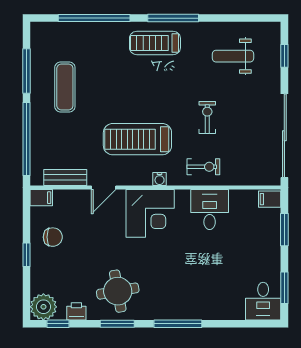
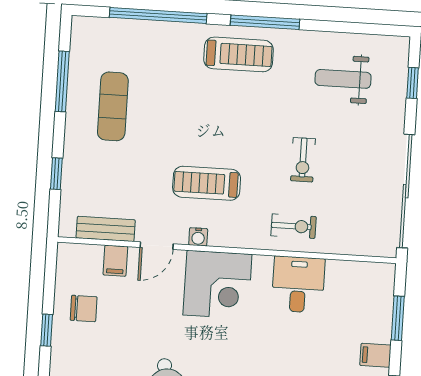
treadmill: (155, 43) -> (238, 54), turned 180
exercise bike: (207, 117) -> (303, 160), turned 180
window: (27, 139) -> (56, 174), width x0.32
treadmill: (137, 139) -> (207, 183), width x0.73, depth x0.73
water cooler: (160, 179) -> (198, 237), moved
filing cabinet: (41, 198) -> (115, 261), moved, turned 90
filing cabinet: (270, 199) -> (375, 355), moved

